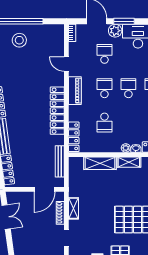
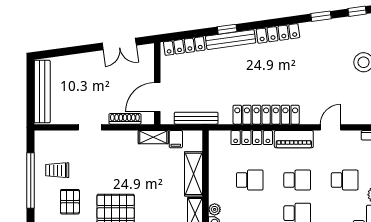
school desk: (104, 123) -> (250, 180), turned 180
locker: (74, 137) -> (252, 138), moved
filing cabinet: (75, 176) -> (176, 139), added
door: (44, 189) -> (157, 97), hinge flipped
shelving: (73, 208) -> (153, 137), moved

